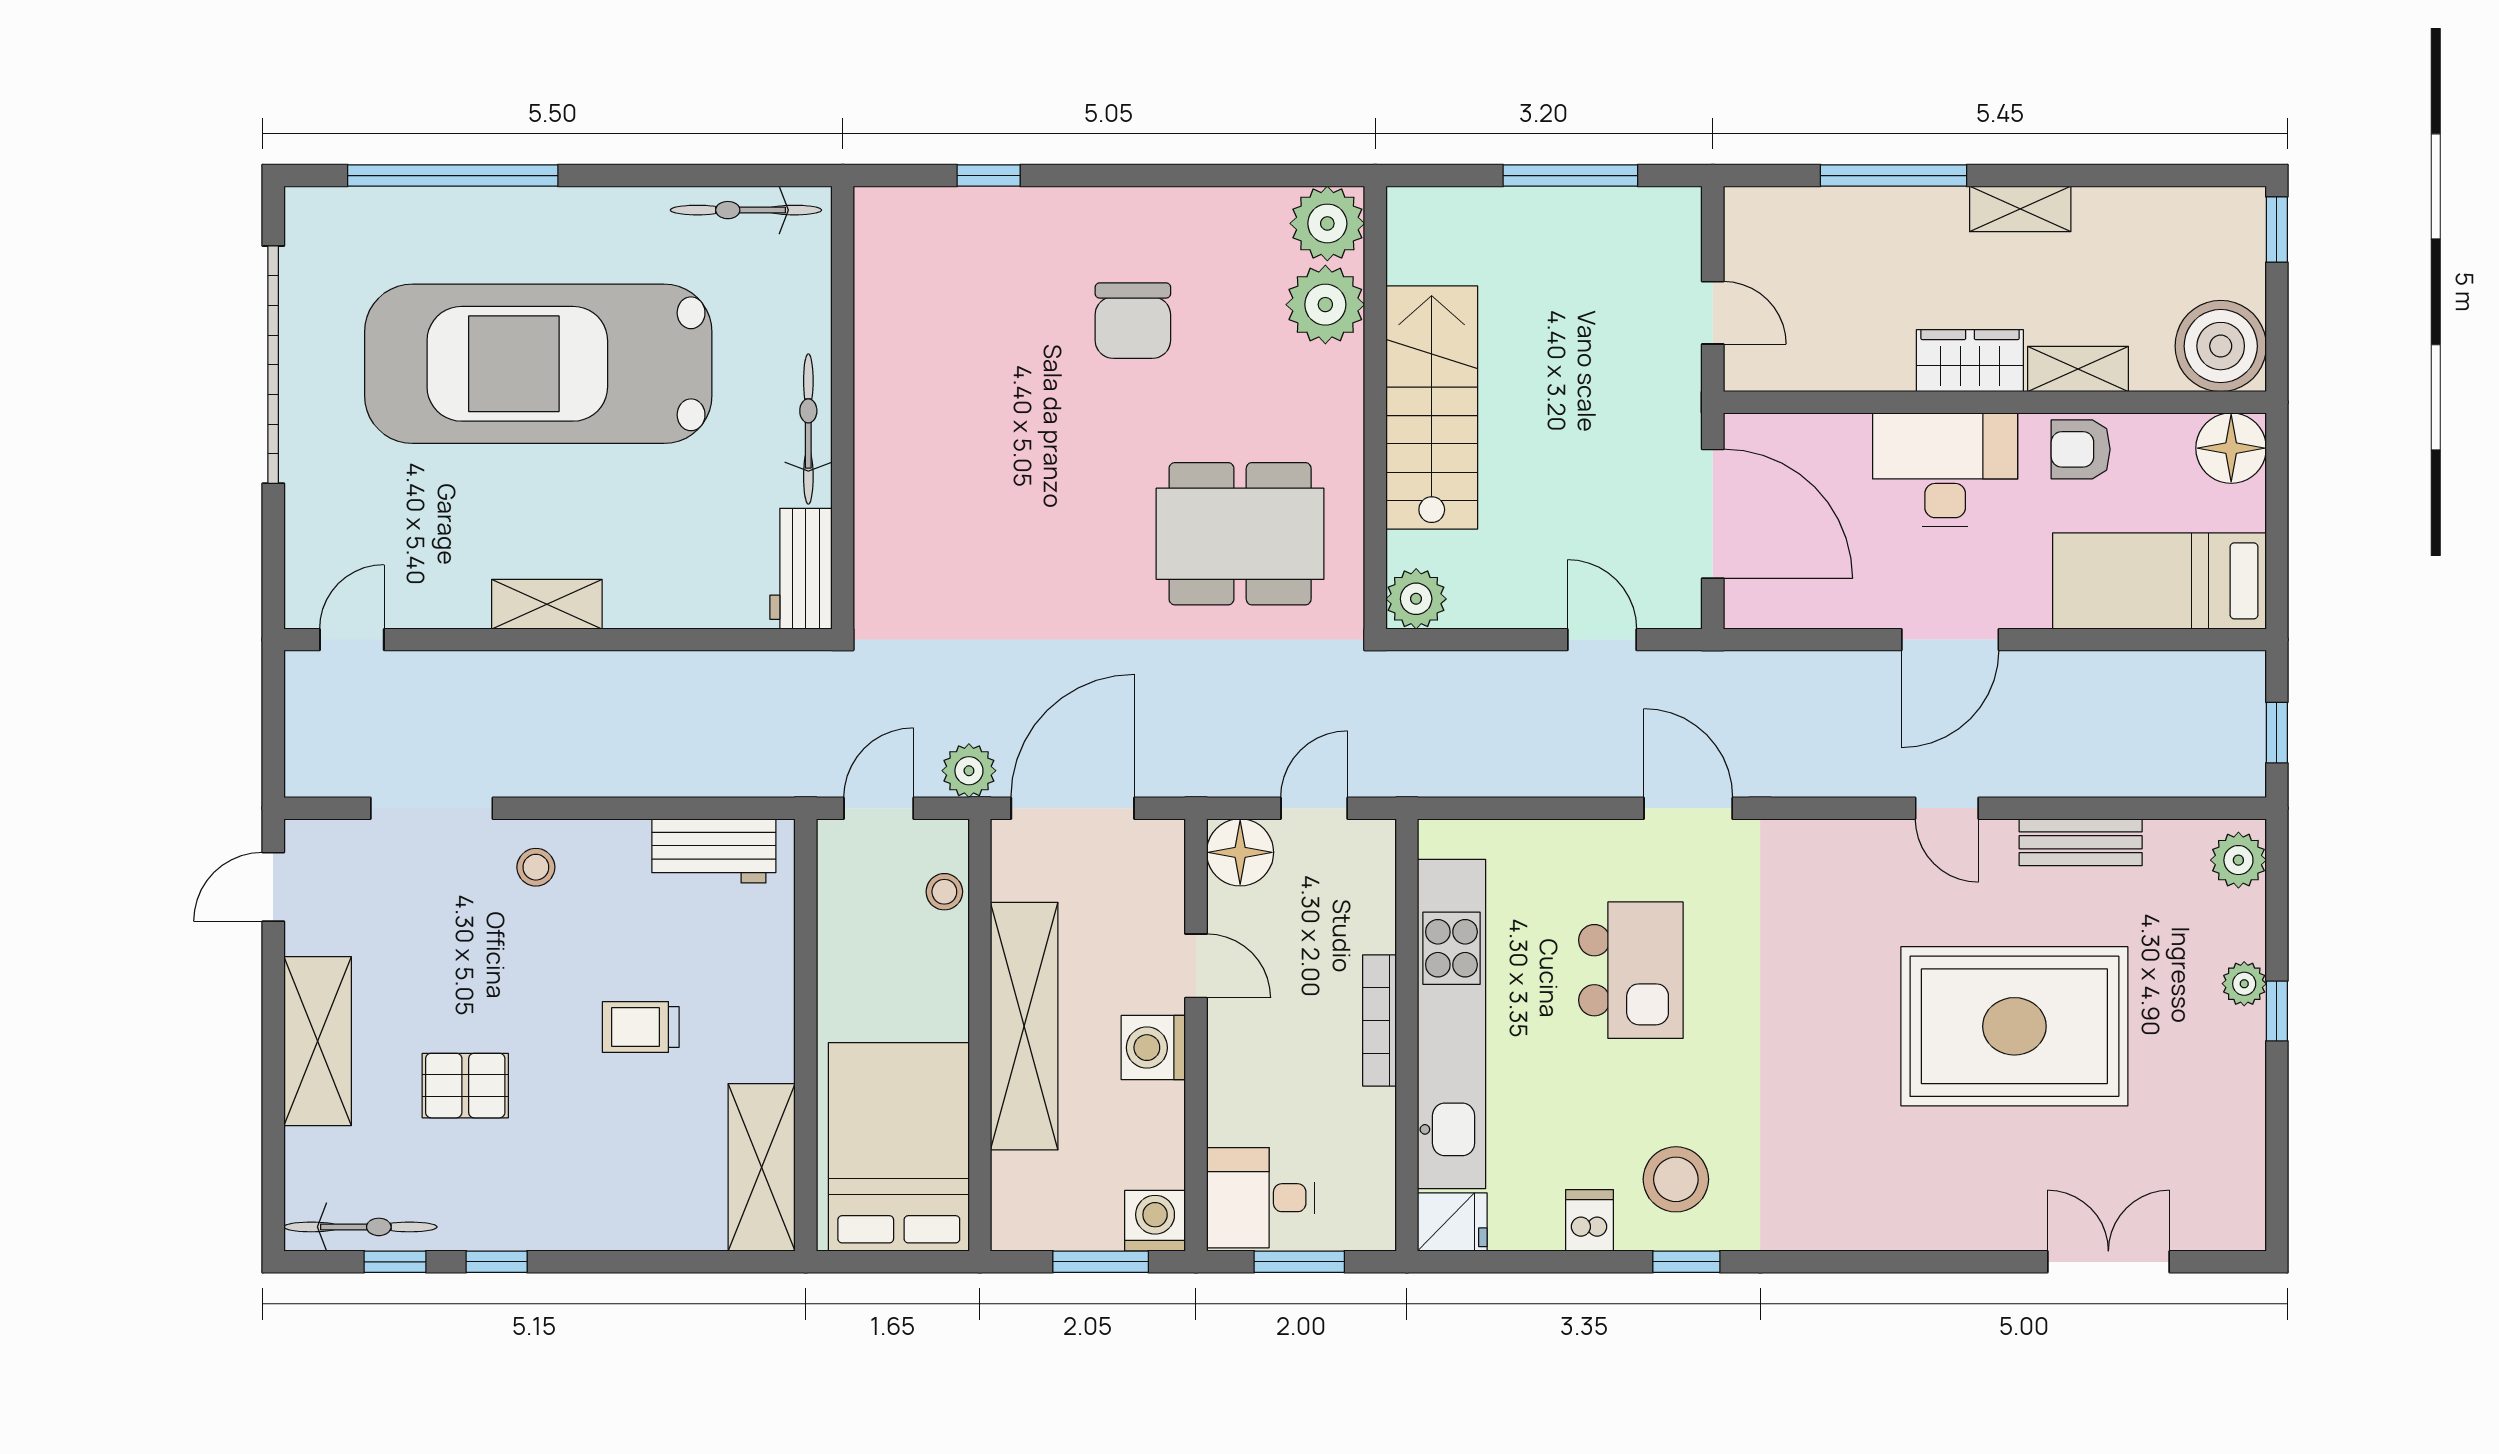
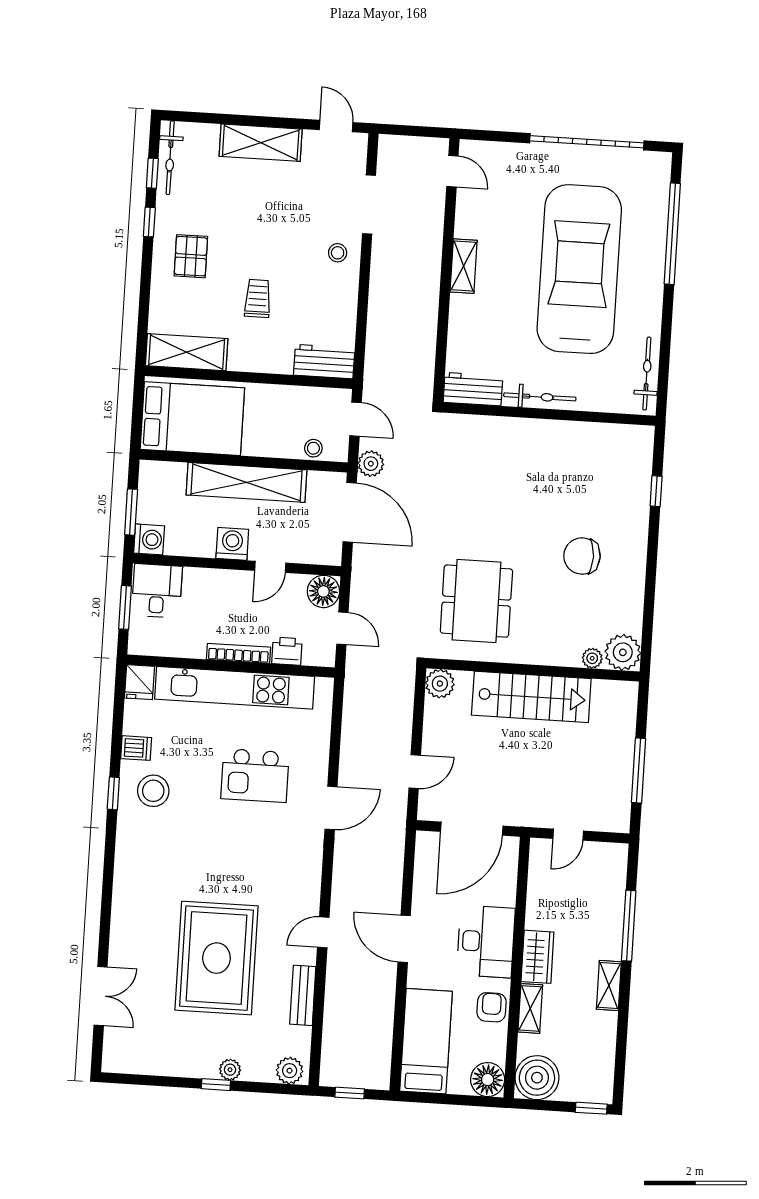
plant: (1325, 305) -> (592, 658), width x0.53, depth x0.53
workbench: (714, 851) -> (324, 362), moved, turned 90
printer: (1369, 920) -> (287, 651), added
pallet: (465, 1086) -> (191, 256), moved

